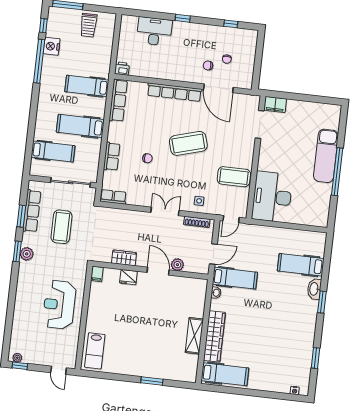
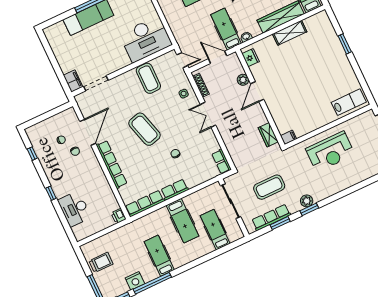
hospital bed: (87, 86) -> (159, 256), moved, turned 180
row of seats: (112, 156) -> (175, 190), moved
wardrobe: (124, 258) -> (268, 135), moved
fridge: (128, 277) -> (251, 58), moved

